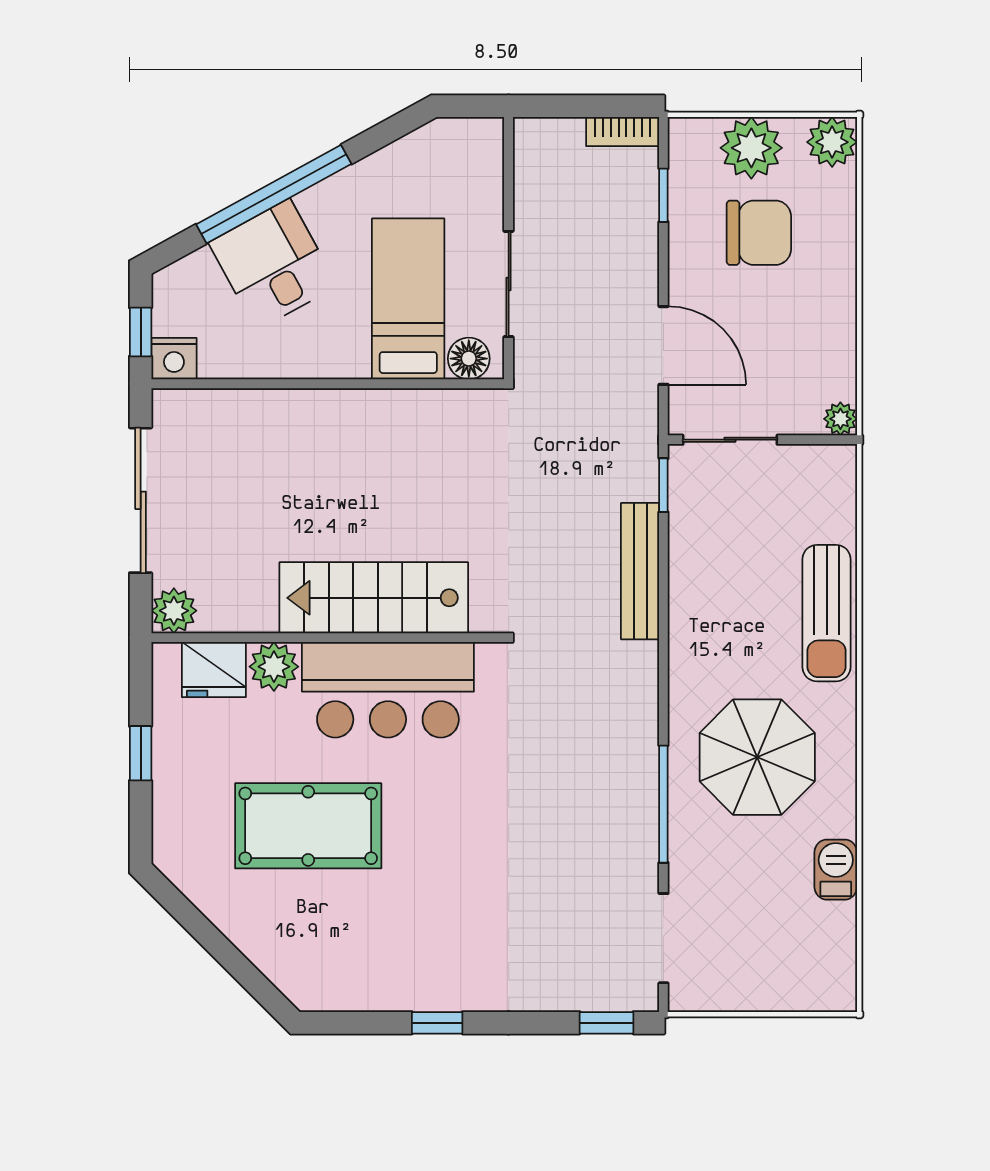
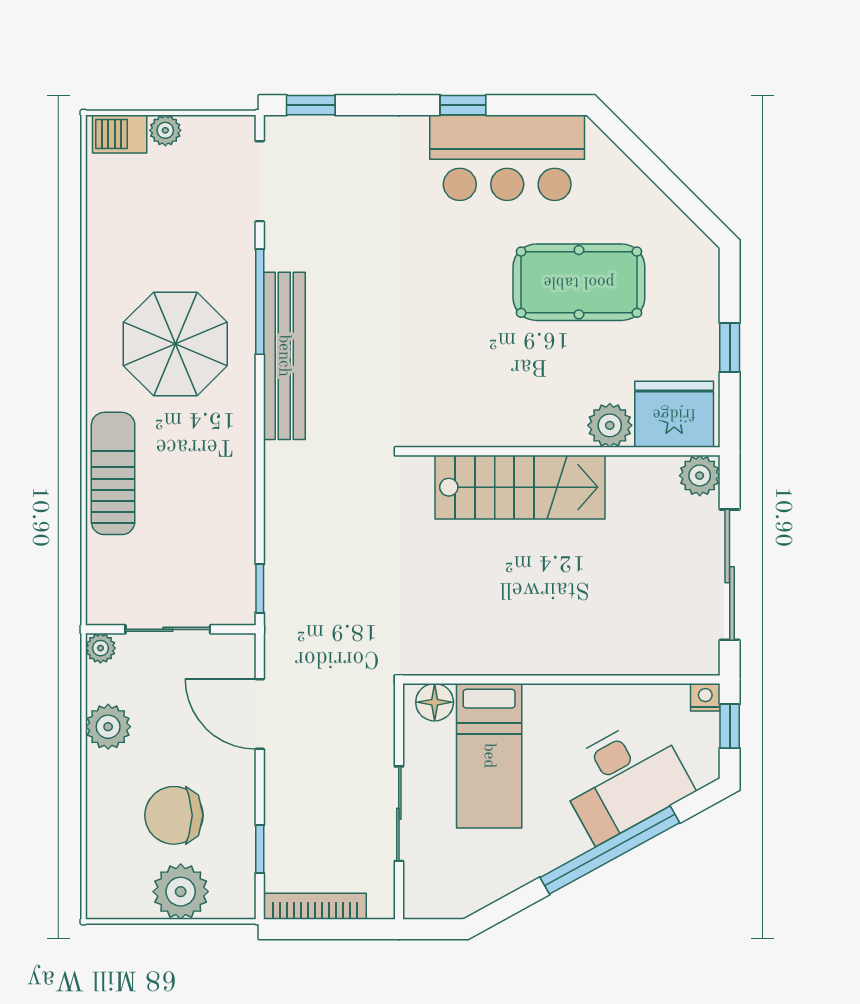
bookcase: (623, 132) -> (315, 906), width x1.56
plant: (832, 142) -> (108, 727), moved
desk: (273, 264) -> (624, 779), width x1.37
sliding door: (509, 284) -> (399, 814), moved
nightstand: (174, 359) -> (705, 697), width x0.72, depth x0.74
sliding door: (730, 440) -> (168, 629), moved
bench: (640, 571) -> (284, 356), moved, width x1.37, depth x1.21
fridge: (214, 670) -> (674, 414), width x1.36, depth x1.34
bar counter: (388, 690) -> (507, 158), moved, turned 180
barbecue: (836, 870) -> (120, 134), moved, turned 90
plant: (768, 995) -> (165, 130), added

